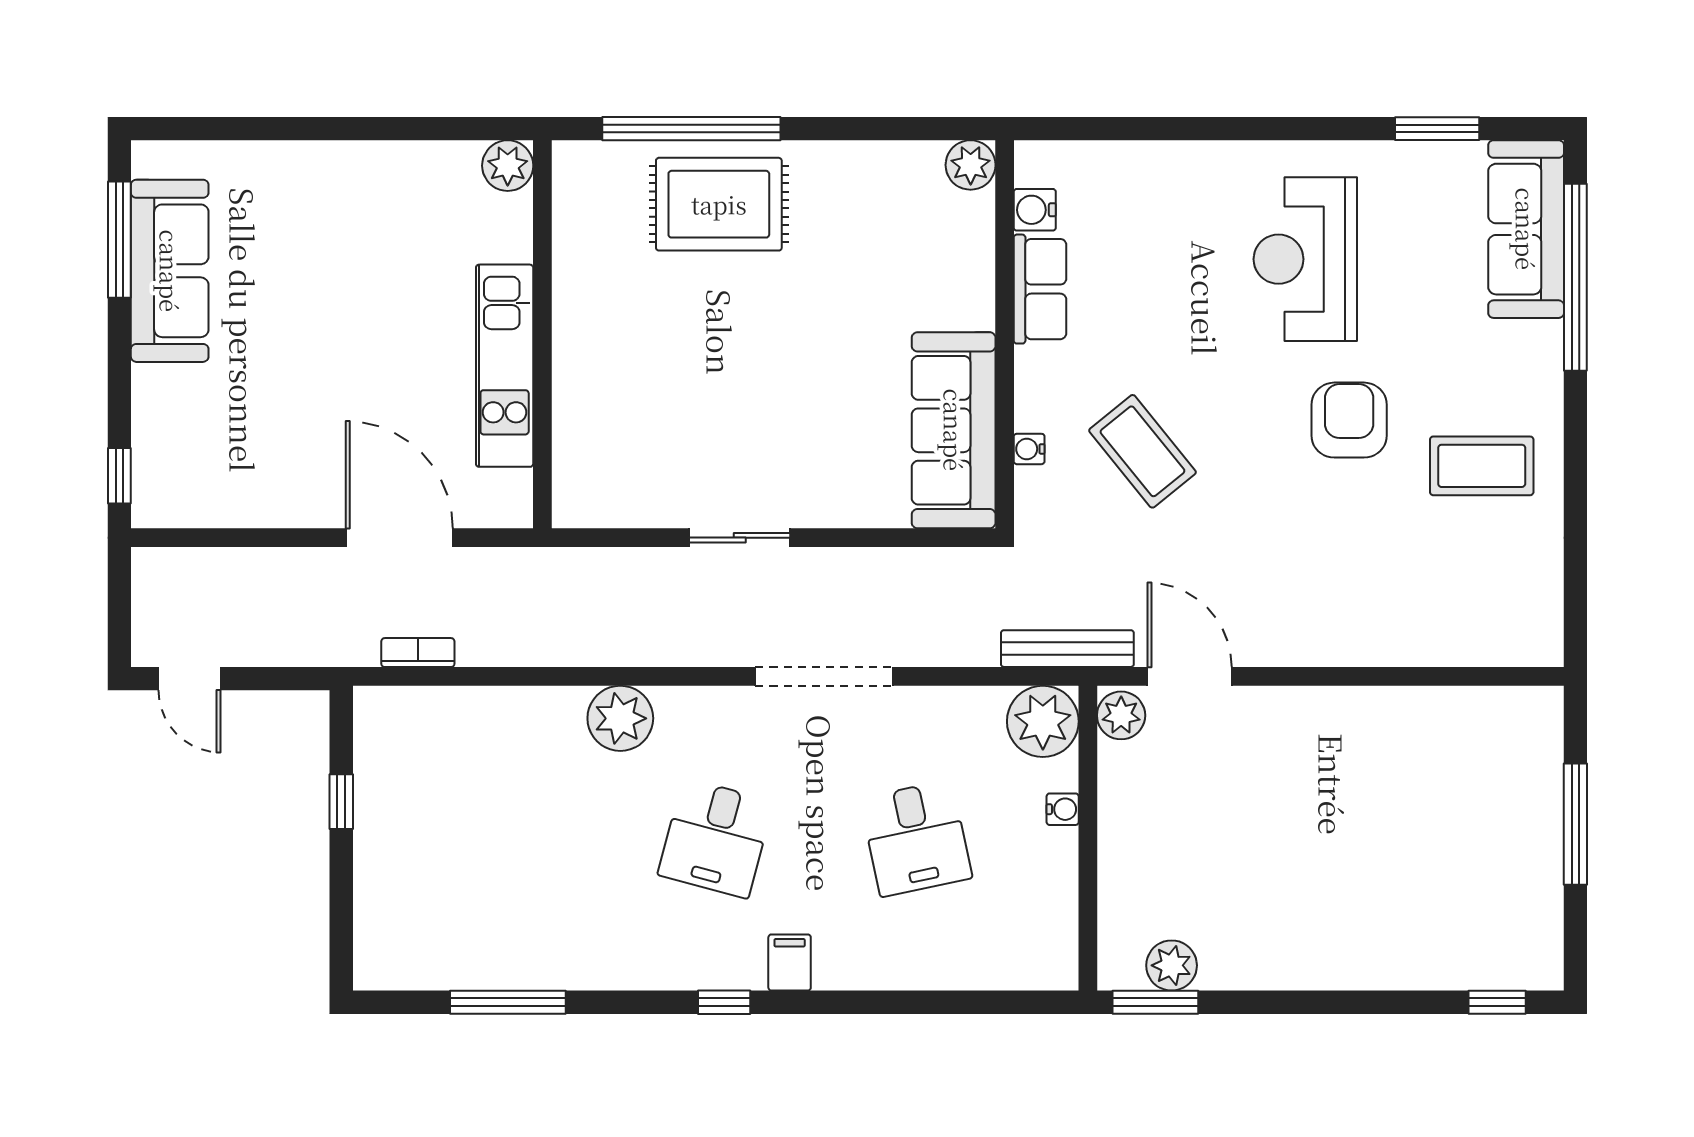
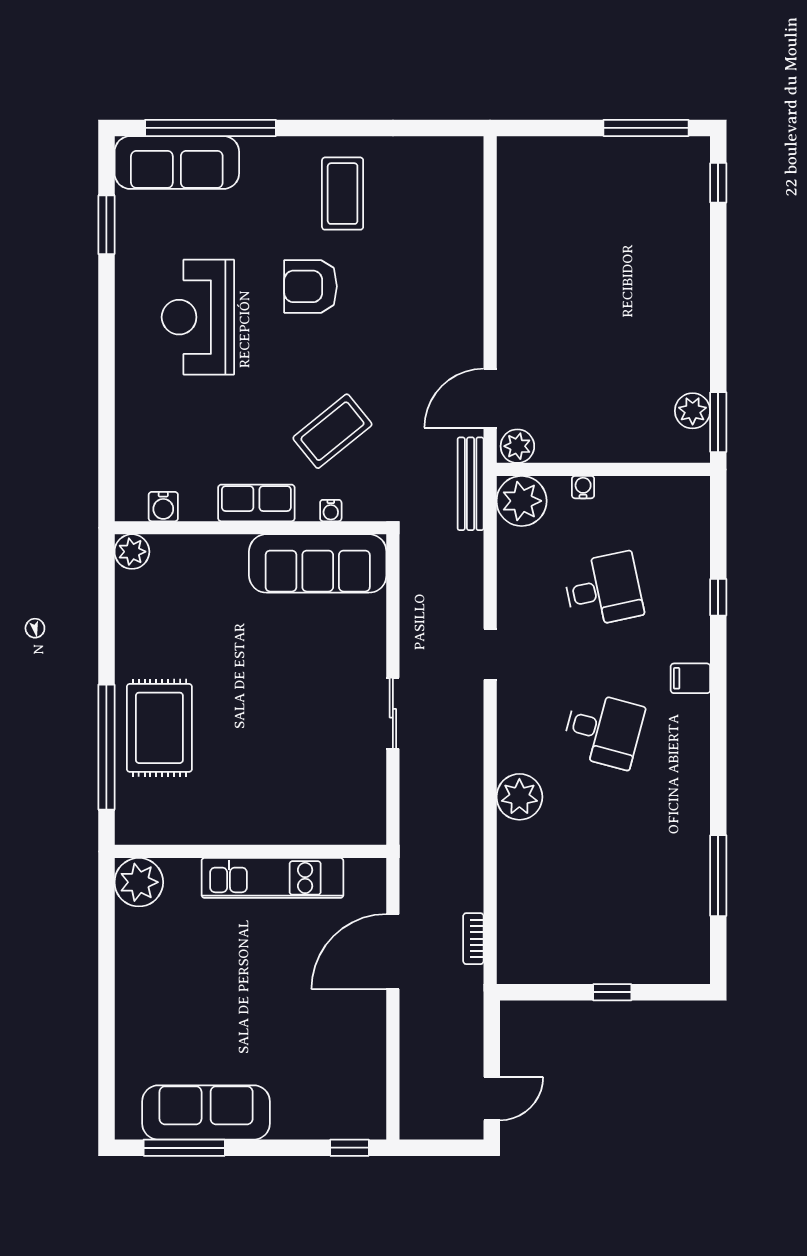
plant: (508, 166) -> (139, 882), width x1.36, depth x1.36
reception desk: (1305, 259) -> (198, 317), turned 90
row of seats: (1040, 289) -> (256, 503), moved
doorway: (824, 676) -> (490, 654), width x0.53
window: (341, 802) -> (612, 992), moved
window: (1575, 824) -> (646, 128), moved
window: (724, 1002) -> (718, 597), moved

